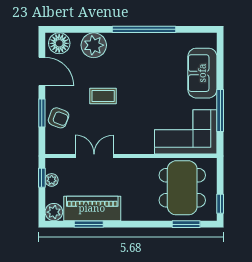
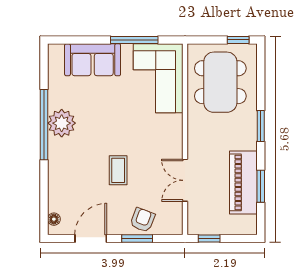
floor lamp: (59, 43) -> (54, 219), width x0.53, depth x0.53
plant: (94, 45) -> (62, 123), moved
plant: (52, 180) -> (212, 228), removed
dining table: (182, 188) -> (220, 82), turned 90
plant: (54, 212) -> (247, 225), removed
window: (186, 224) -> (261, 126), moved

